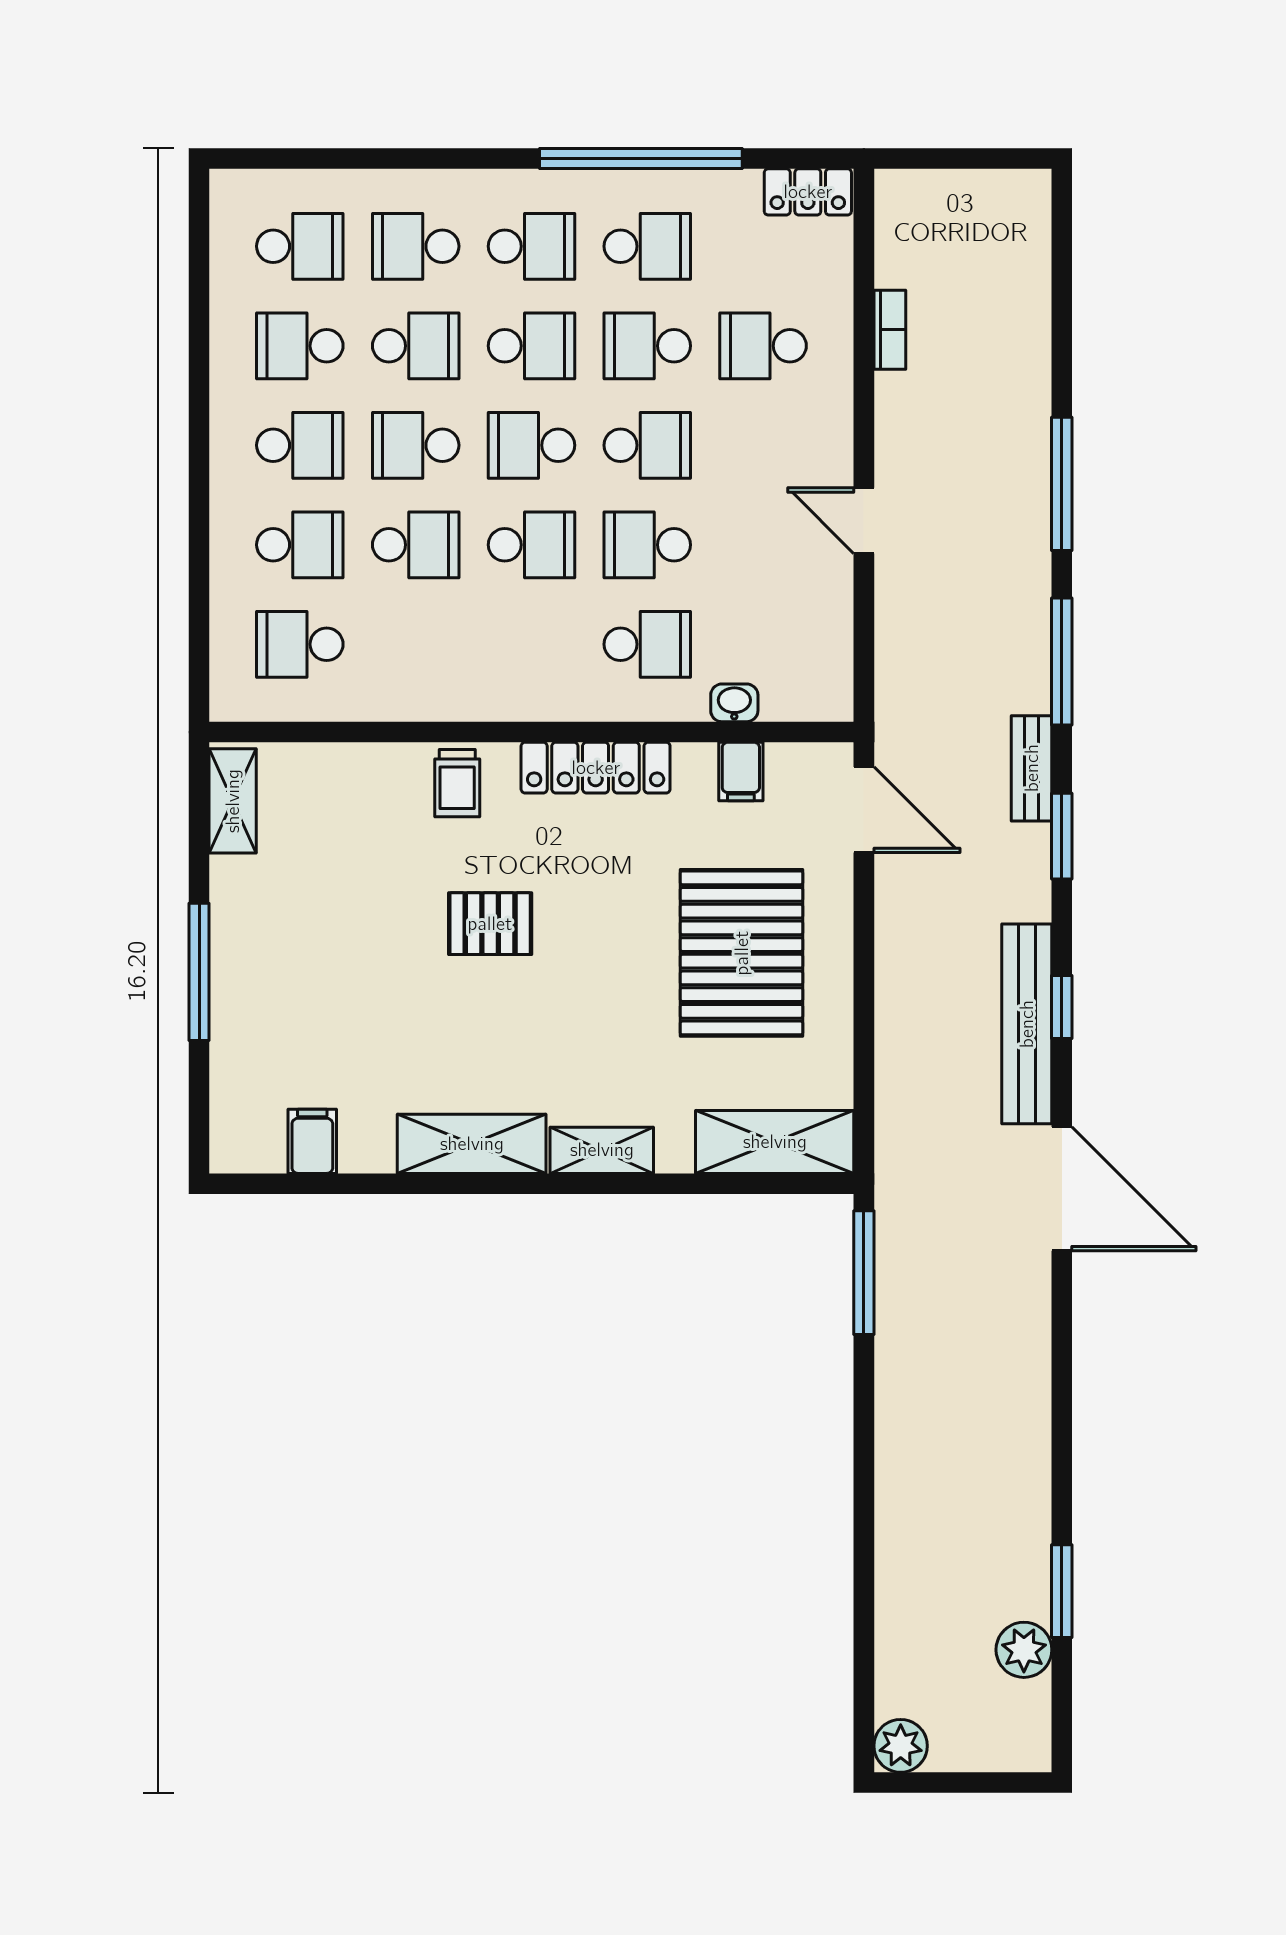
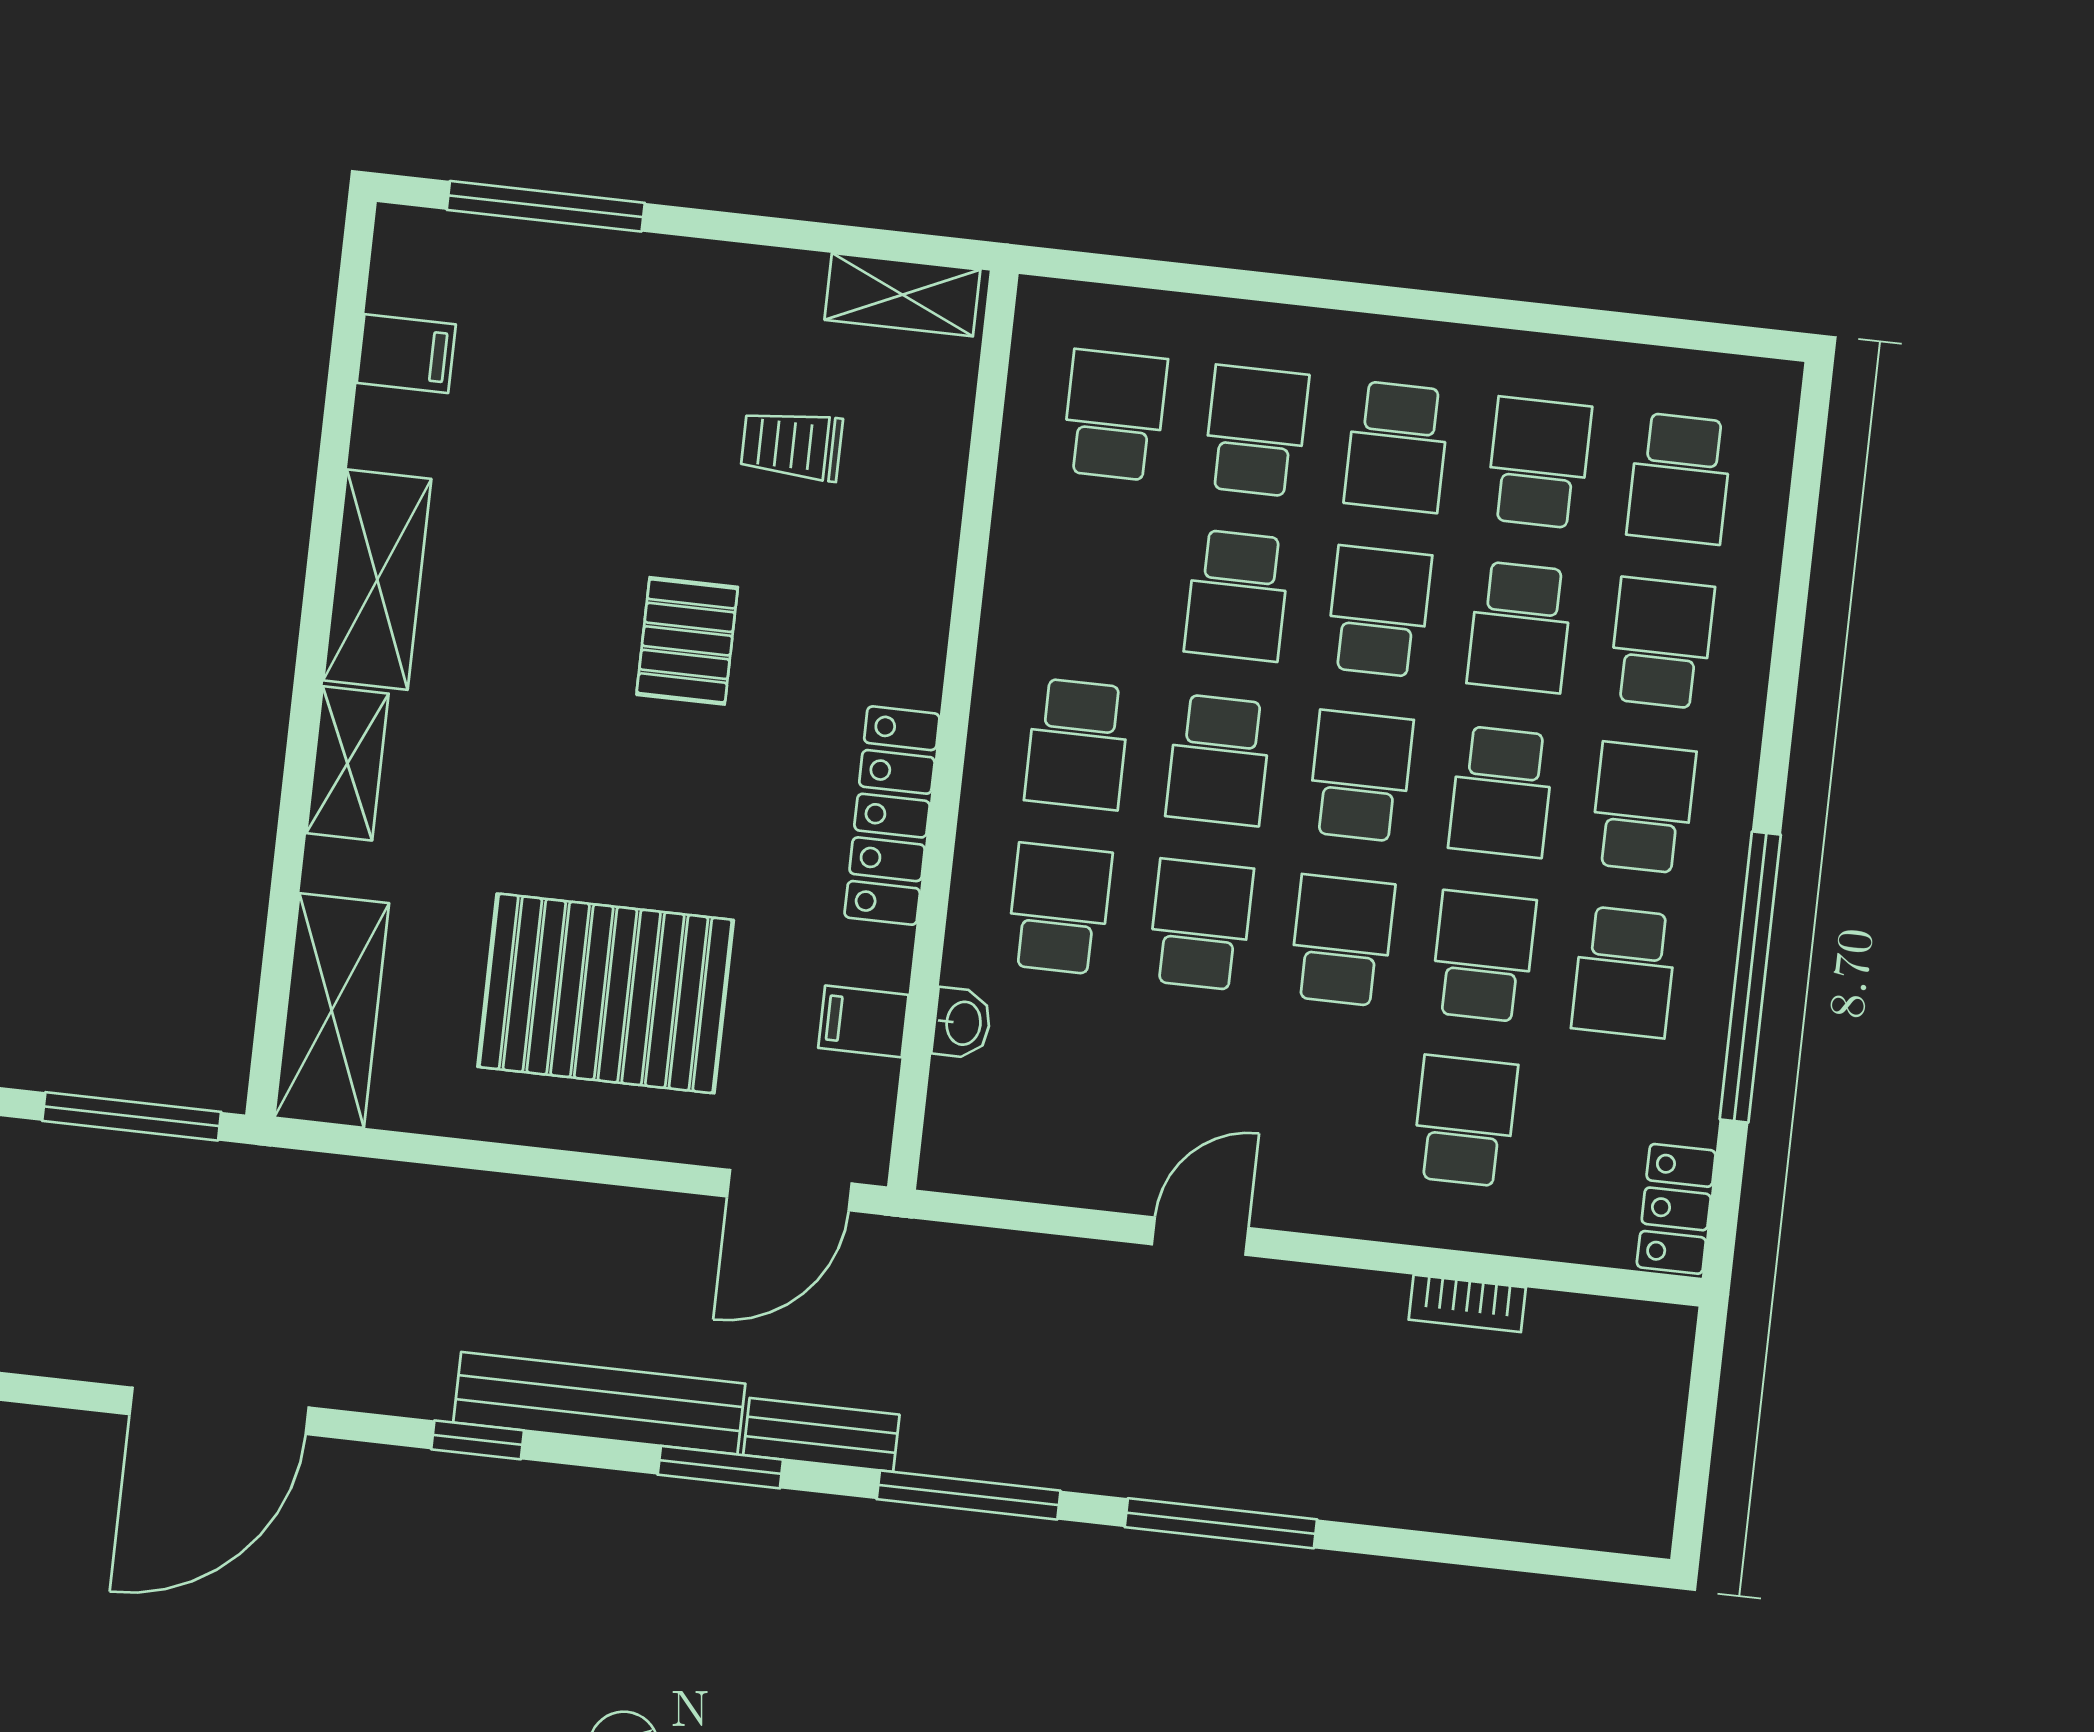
school desk: (531, 246) -> (1643, 808), turned 180
school desk: (647, 445) -> (1342, 940), turned 180
school desk: (300, 545) -> (1256, 431), turned 180
school desk: (531, 644) -> (1078, 744), added
school desk: (647, 644) -> (1059, 909), turned 180
trolley: (457, 783) -> (792, 445), moved
window: (199, 972) -> (546, 206), moved
bench: (1027, 1024) -> (599, 1403), moved

